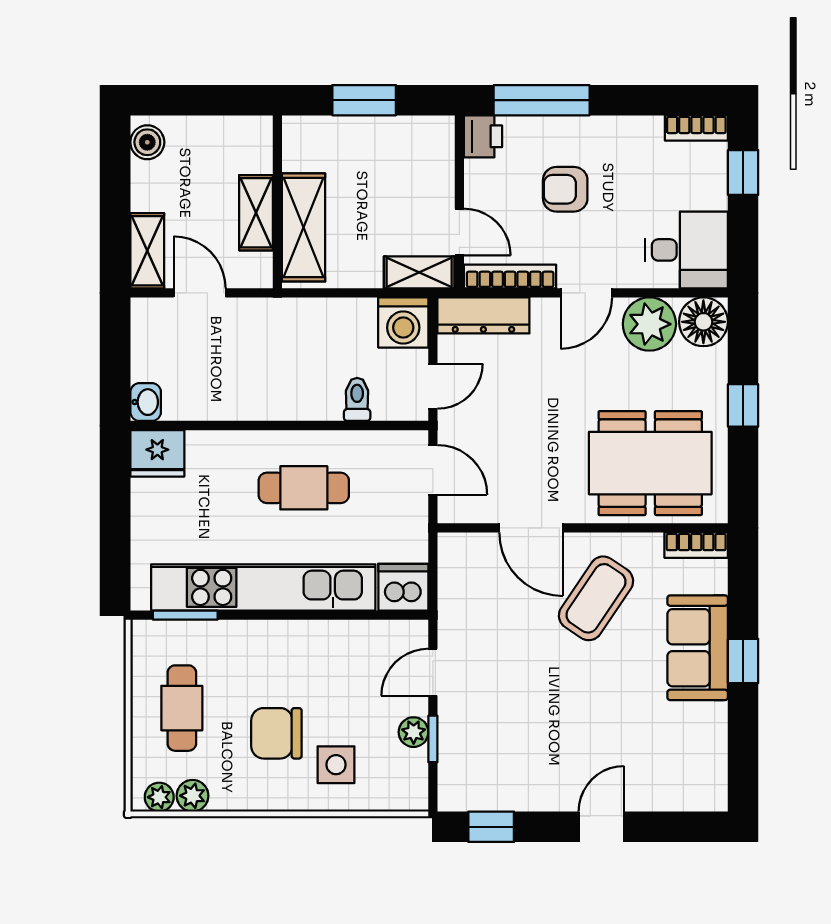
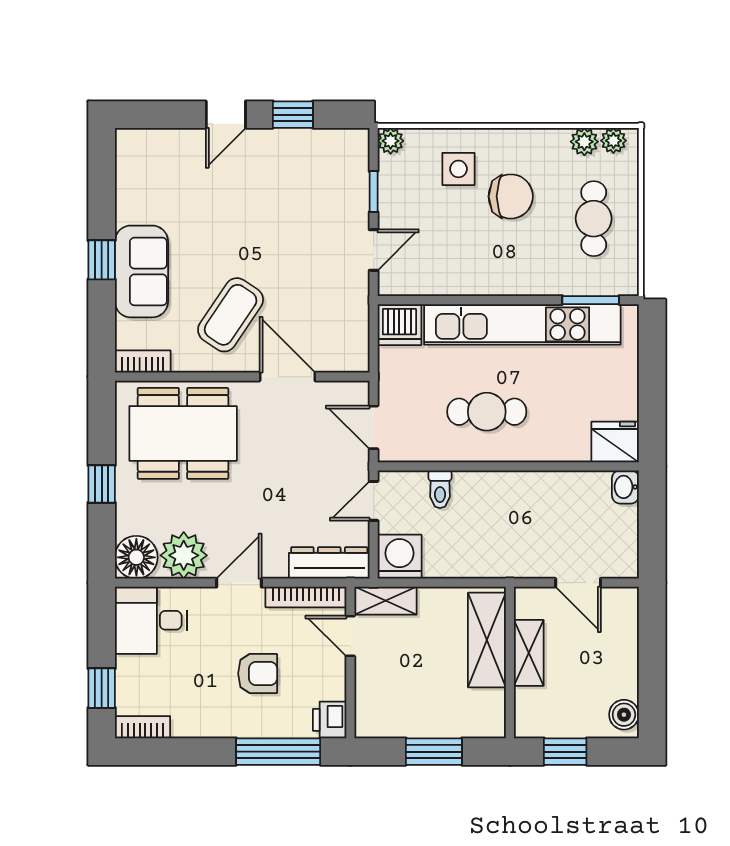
window: (214, 100) -> (565, 752), added
shelving: (147, 251) -> (624, 620), removed
plant: (414, 732) -> (391, 141), moved
window: (491, 827) -> (293, 115), moved

